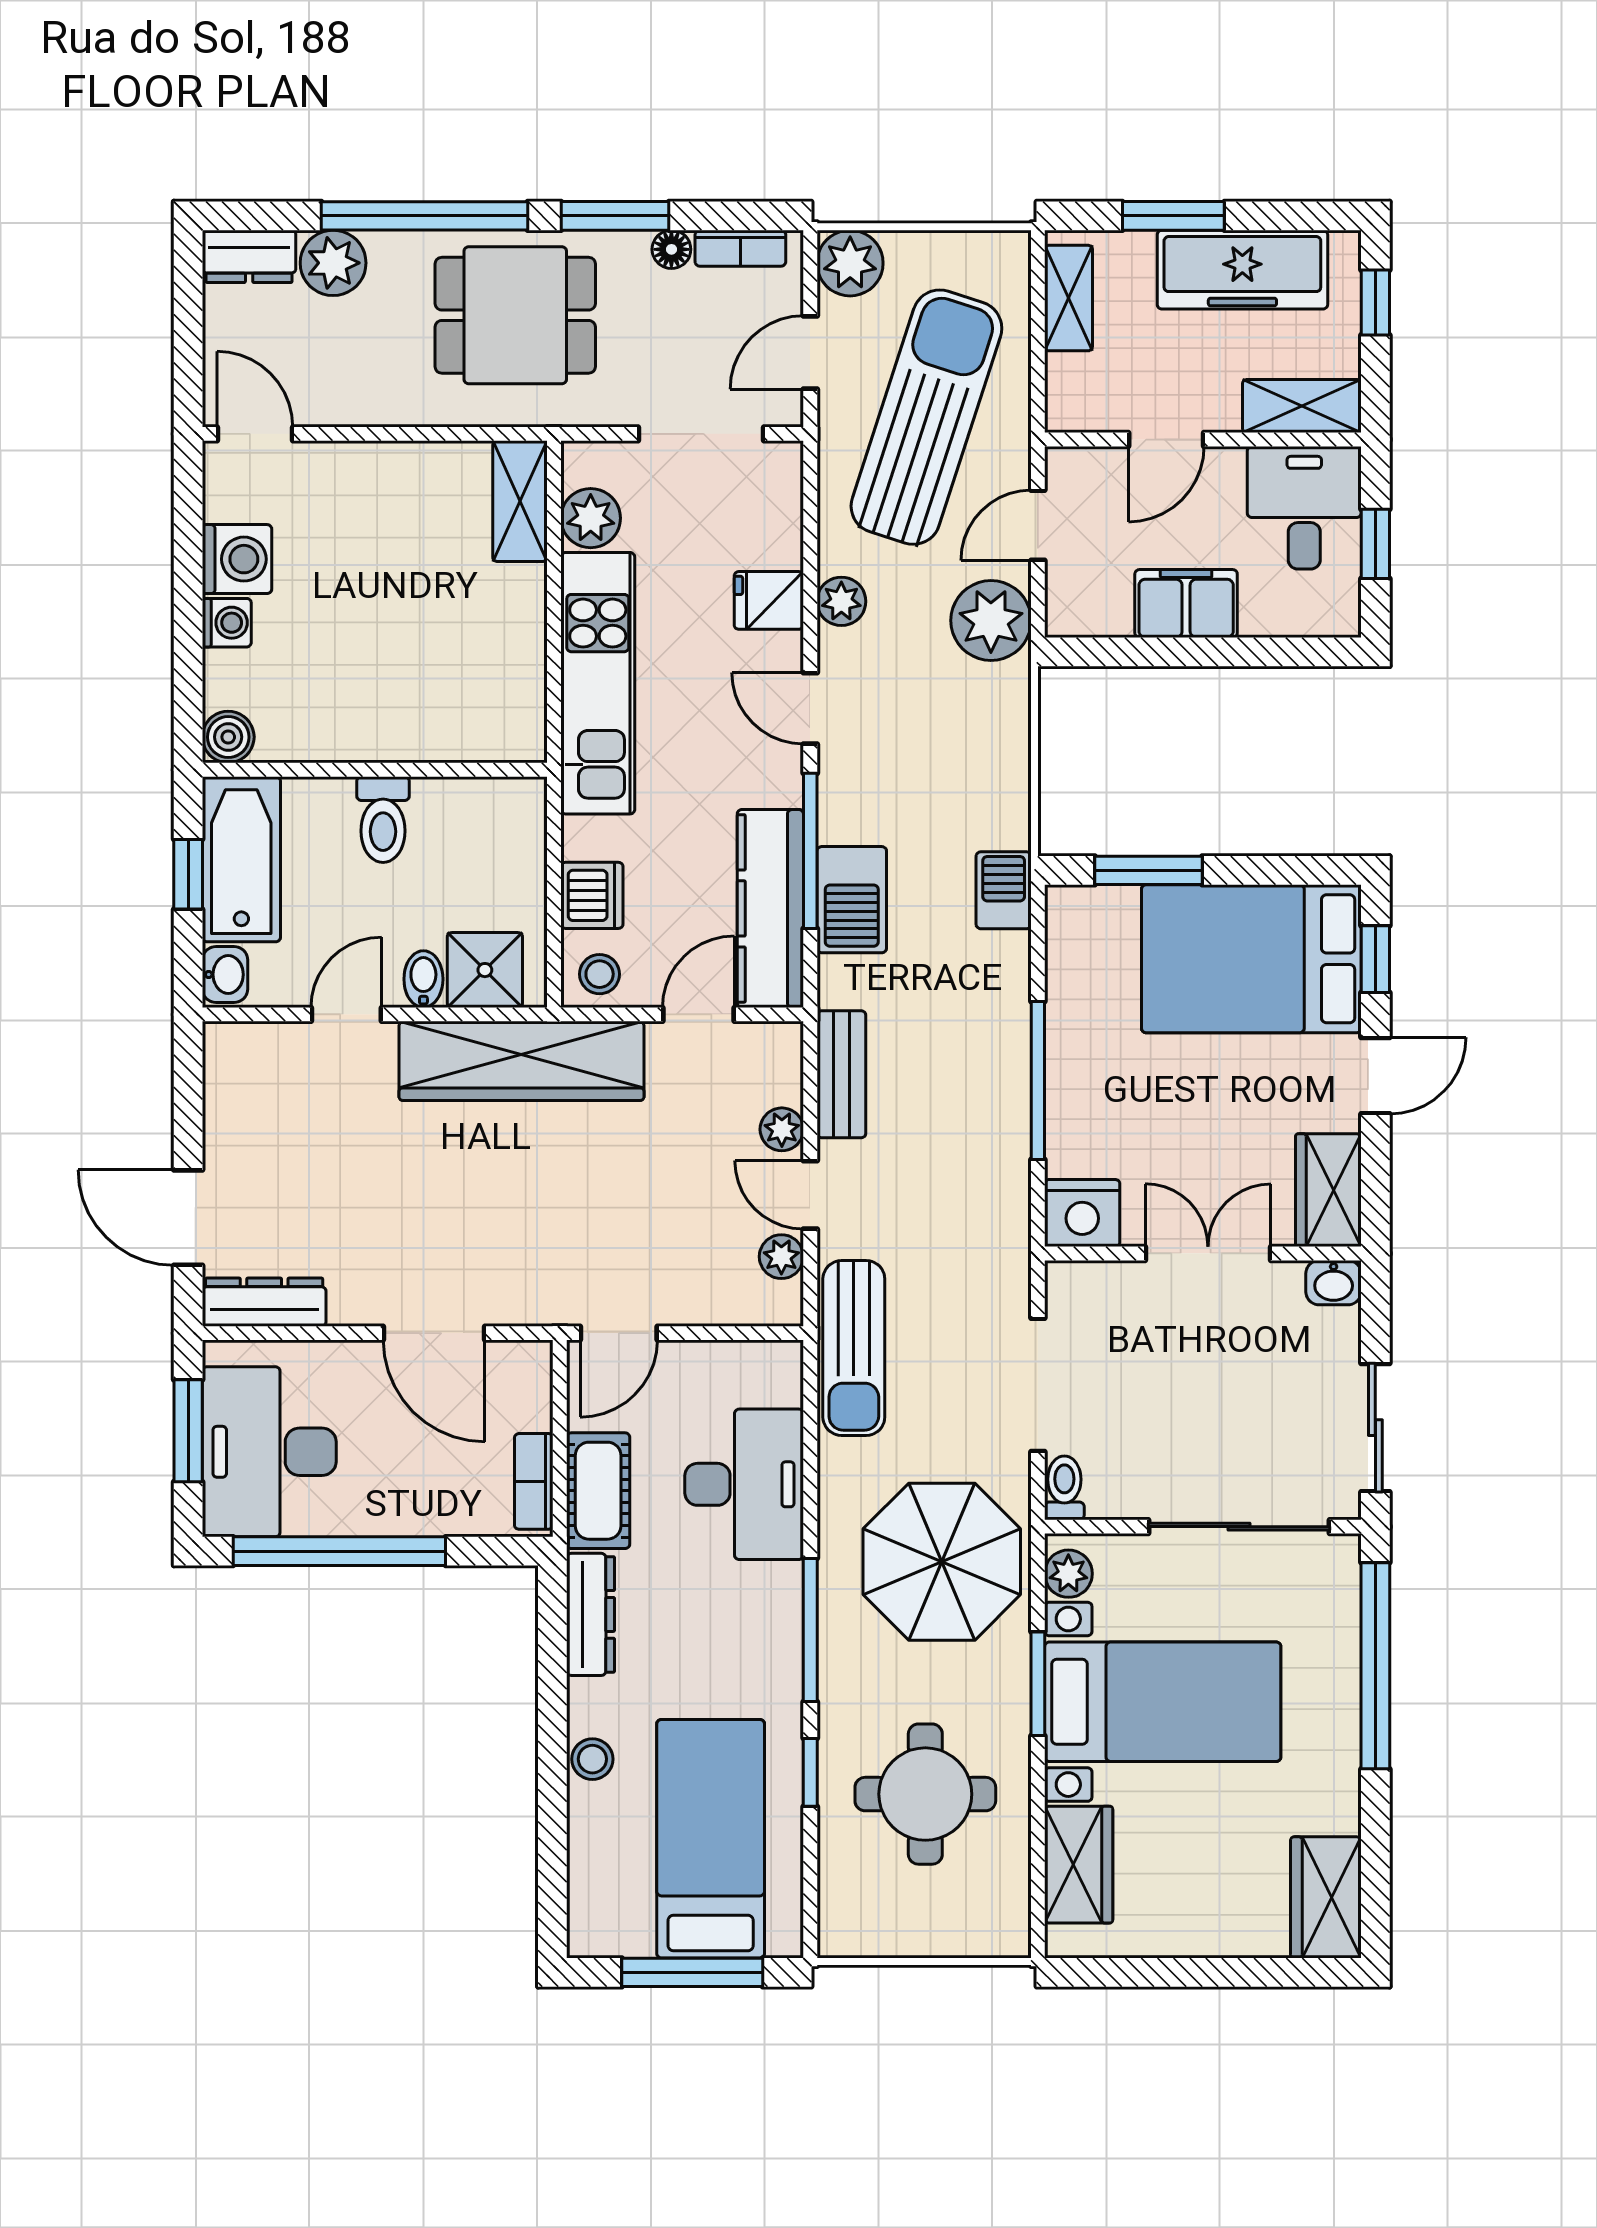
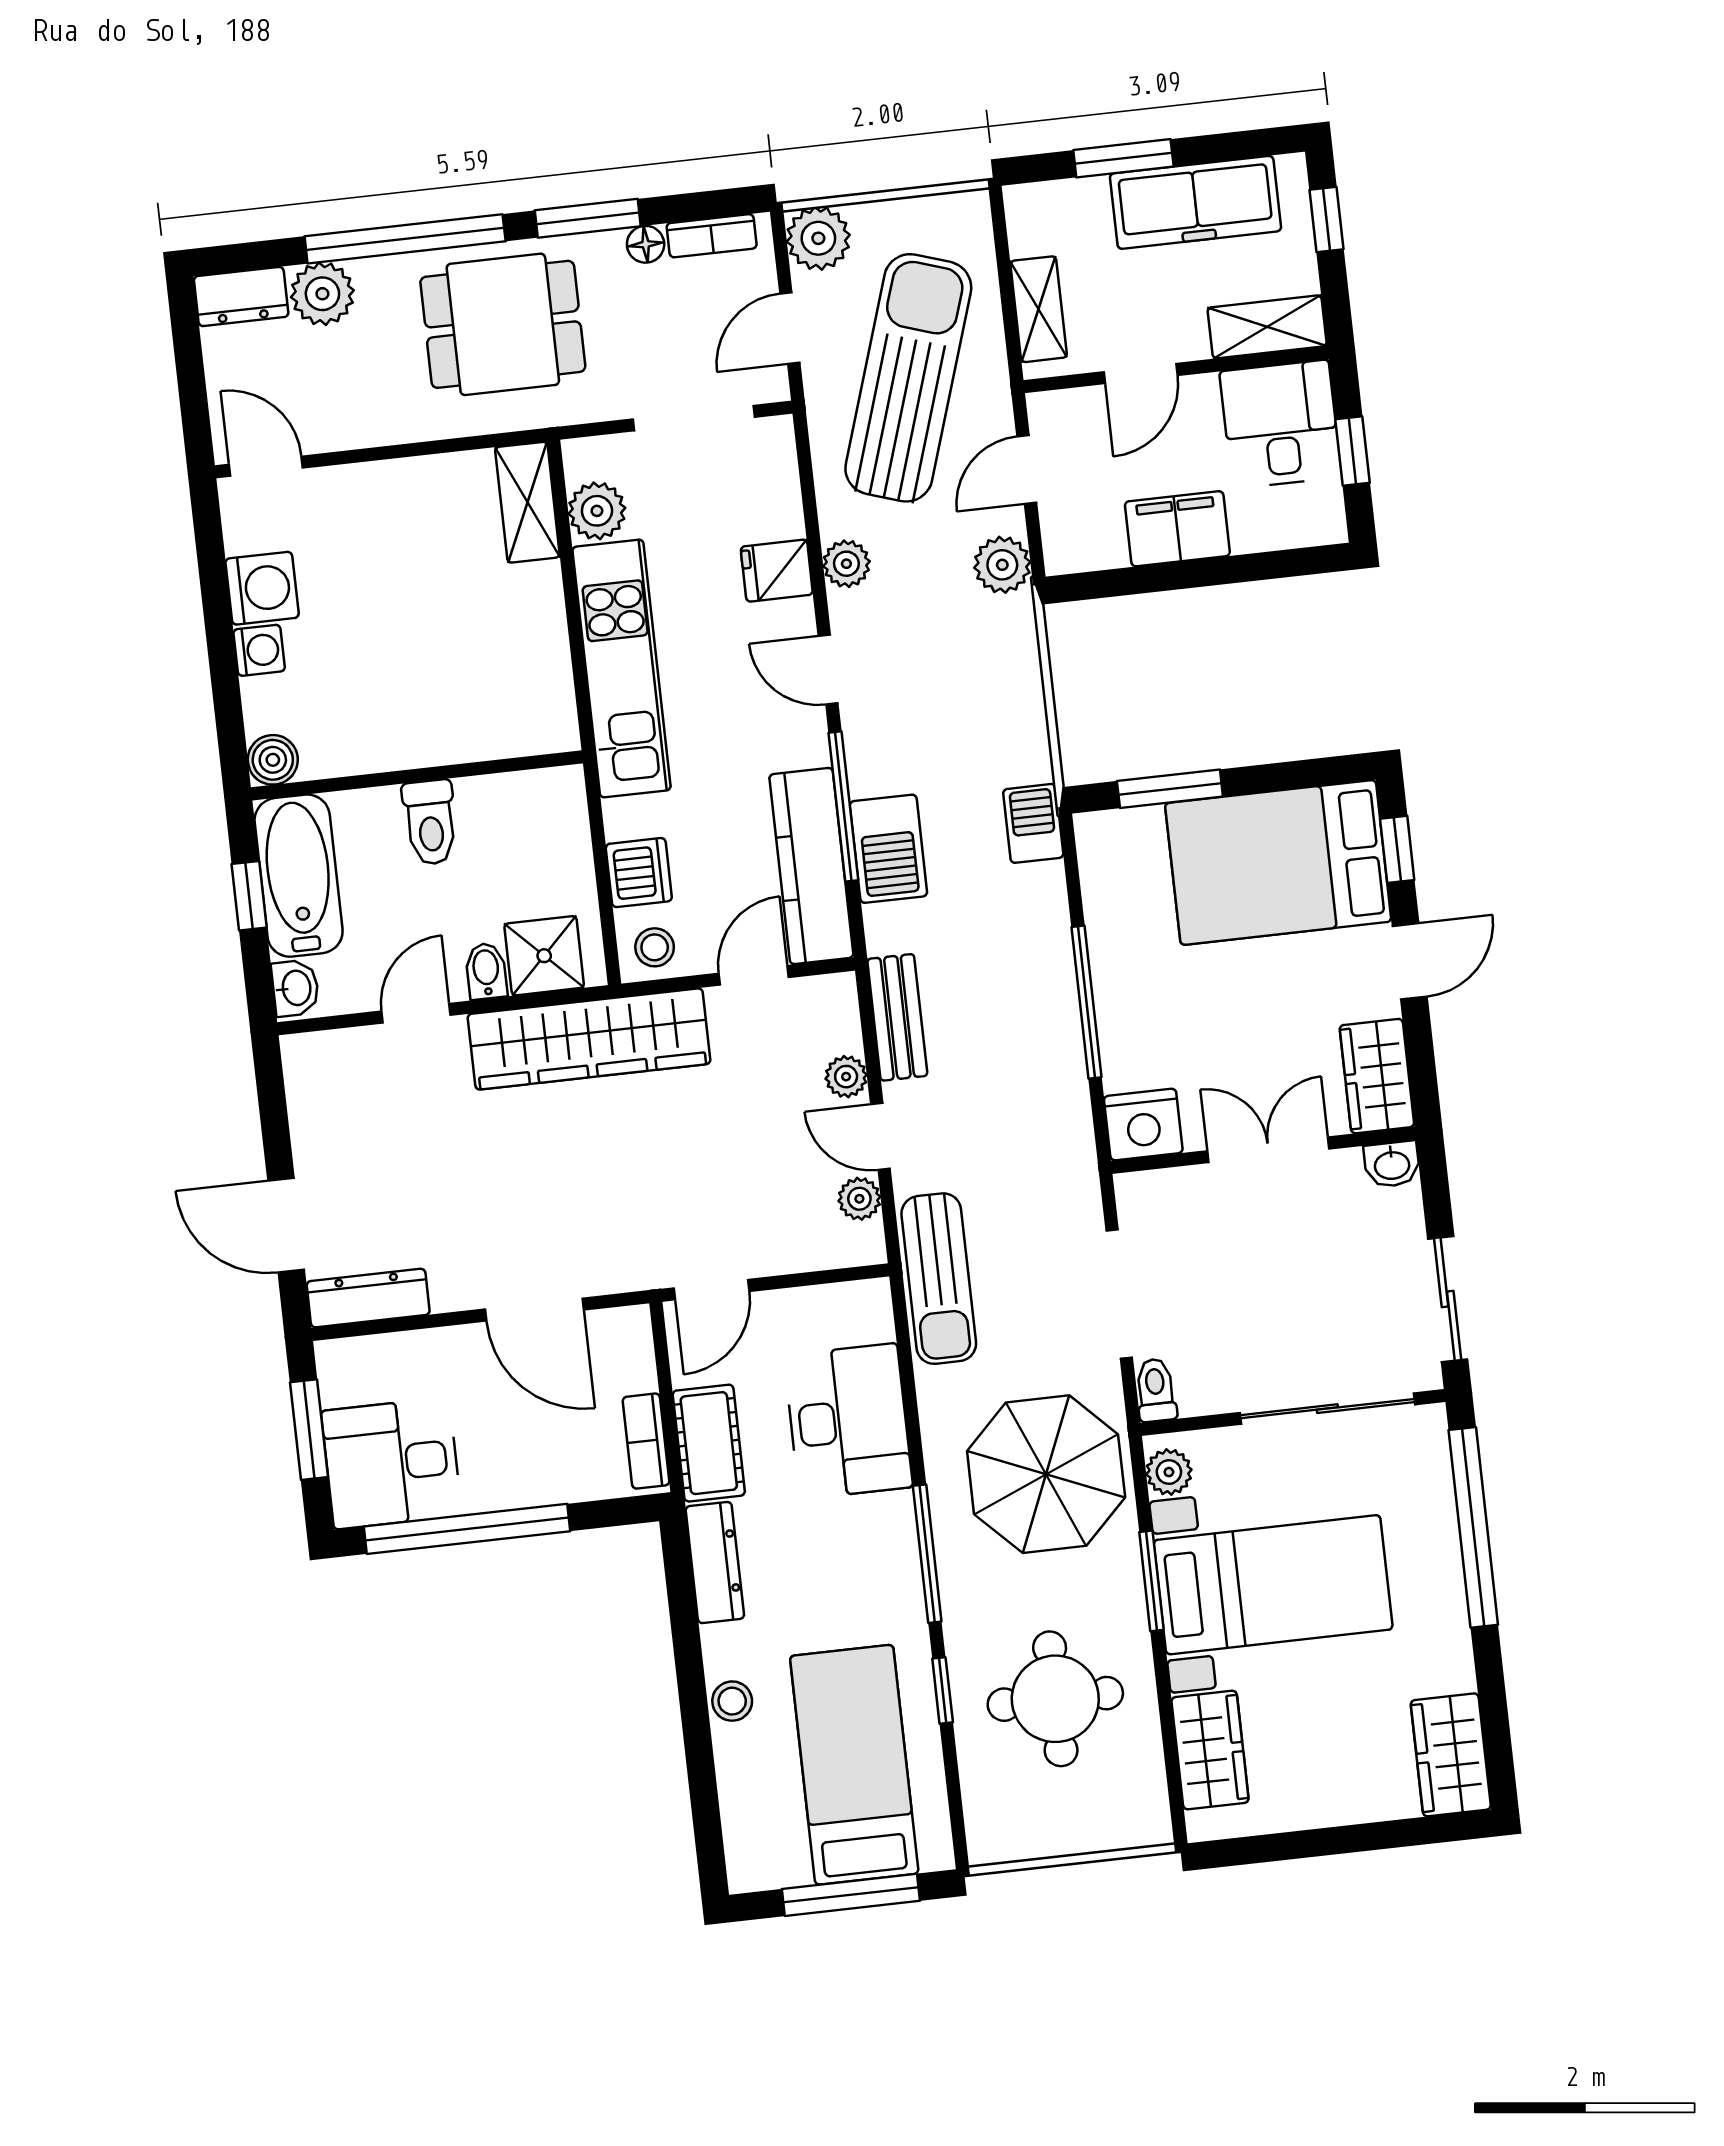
shelving: (1069, 298) -> (1039, 309), moved
plant: (991, 620) -> (1002, 565), width x0.73, depth x0.73
desk: (269, 1452) -> (392, 1463), width x0.73

